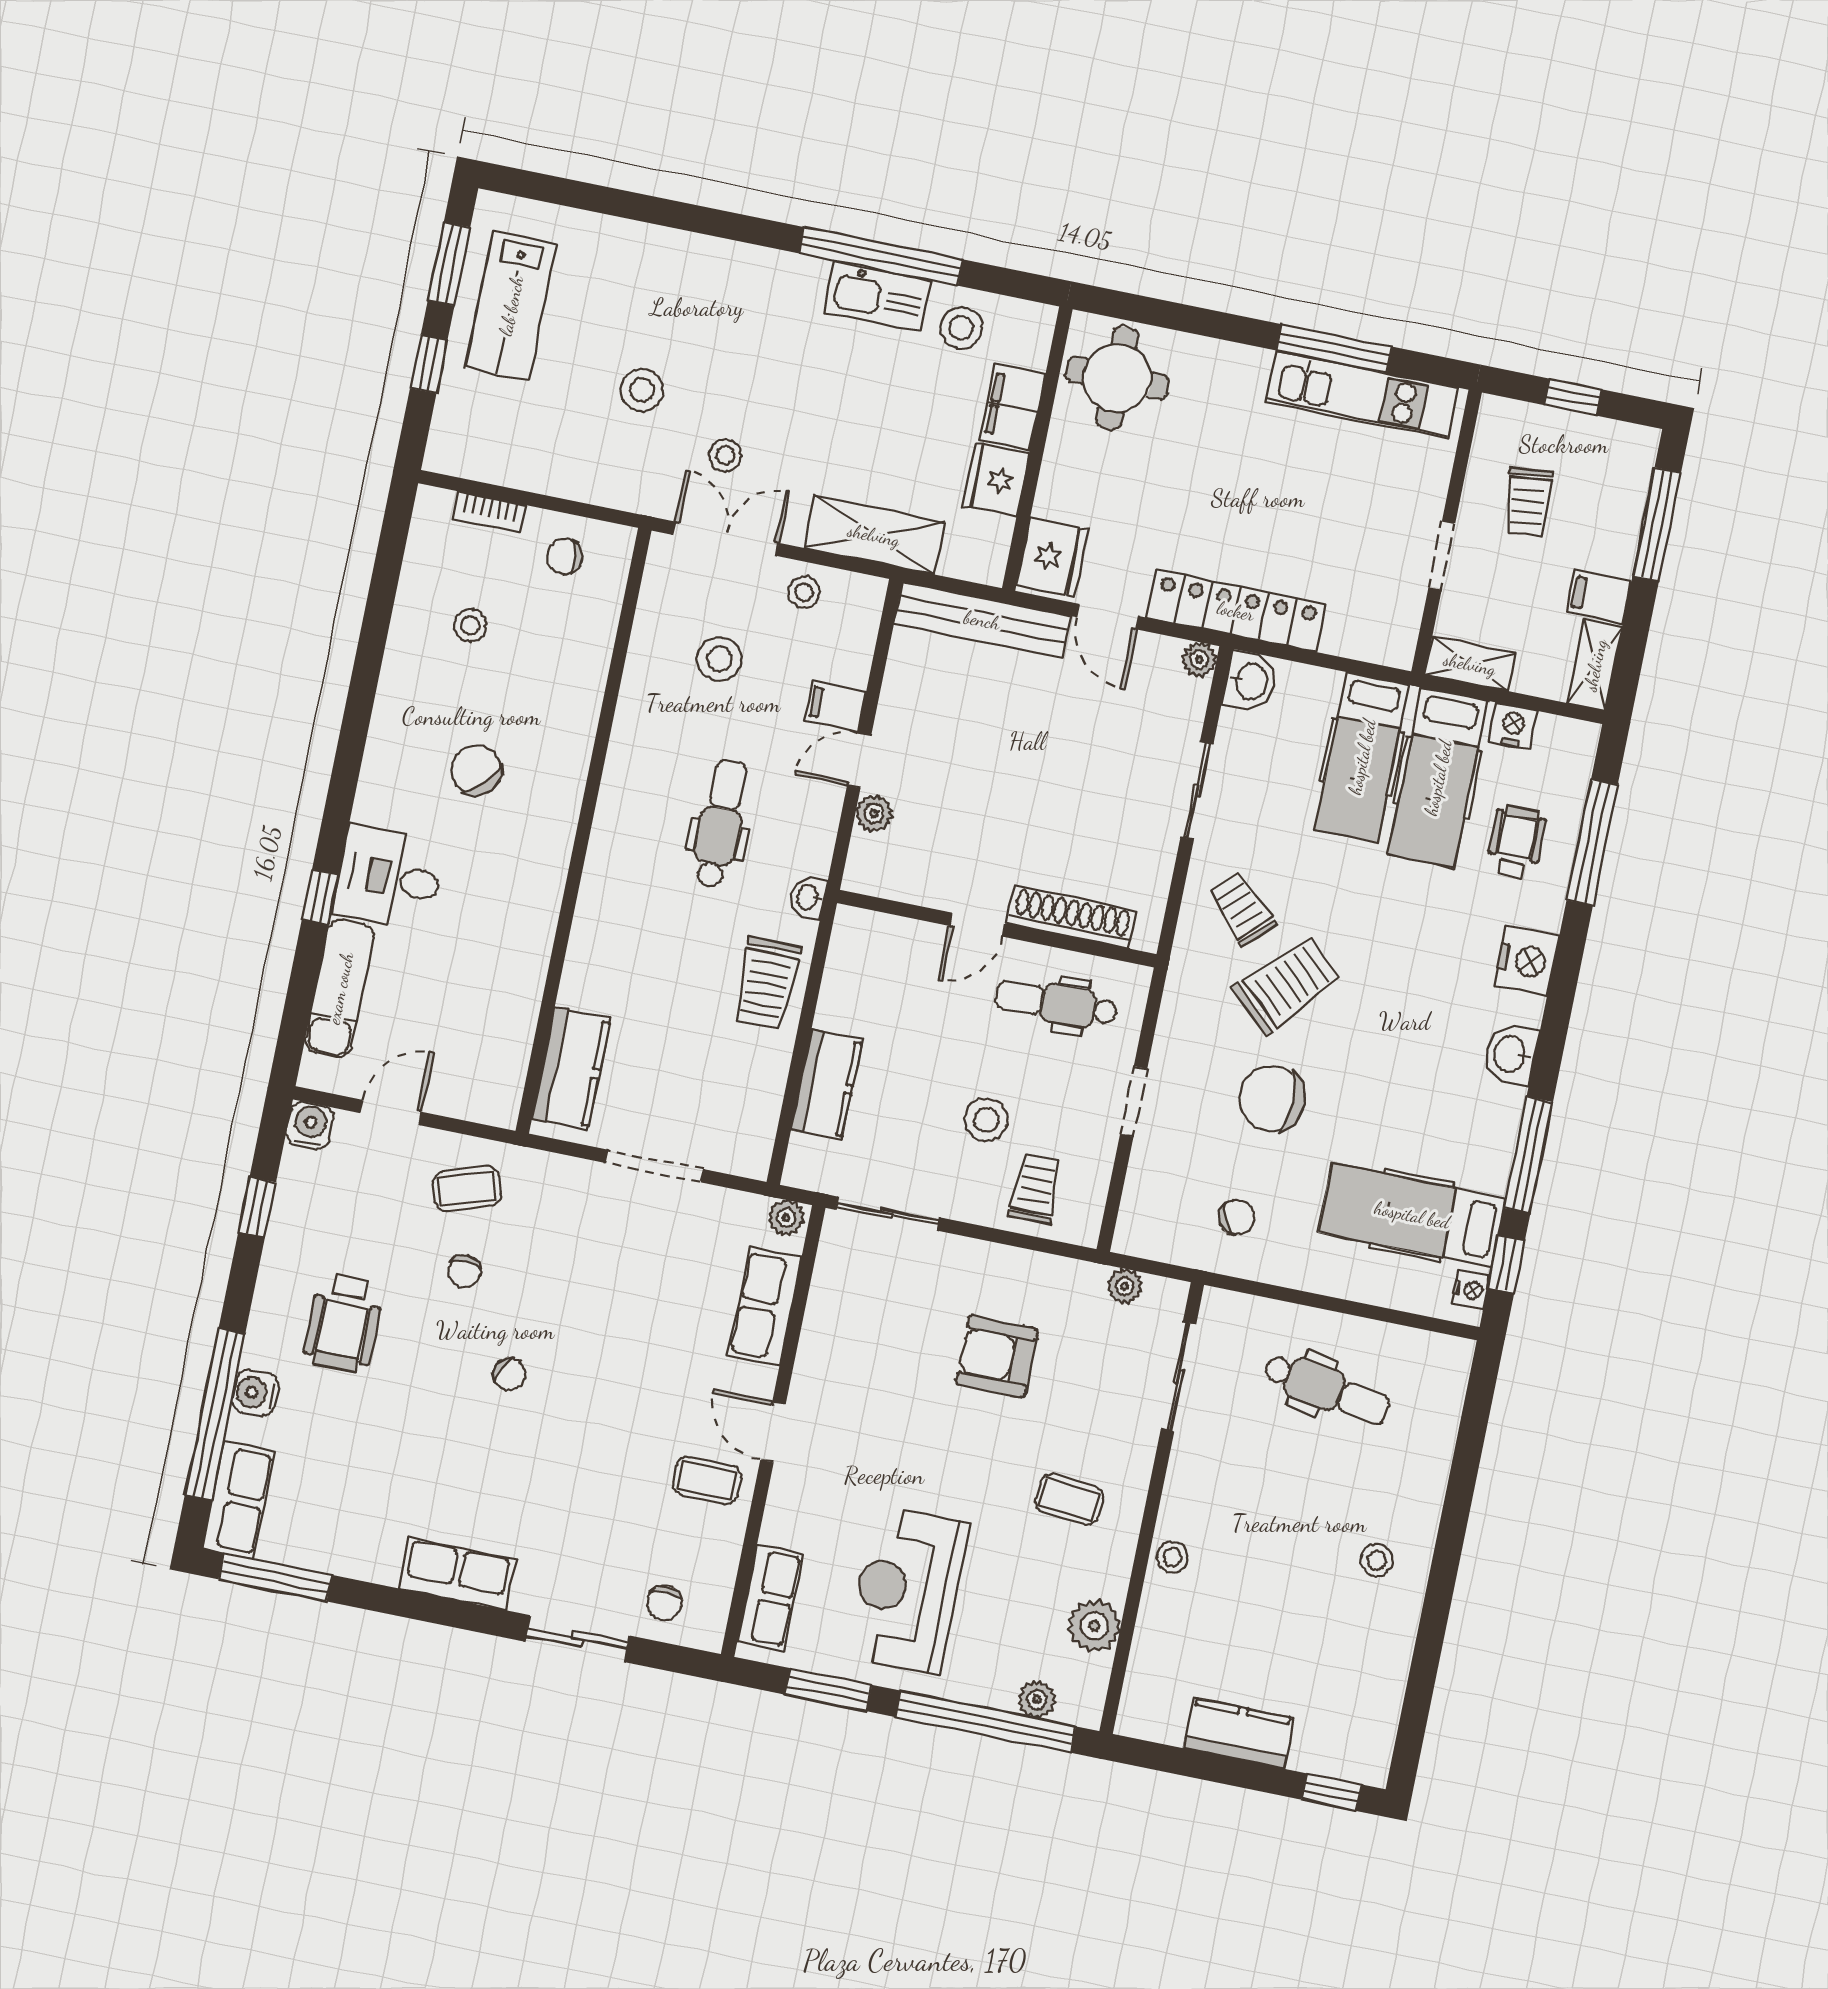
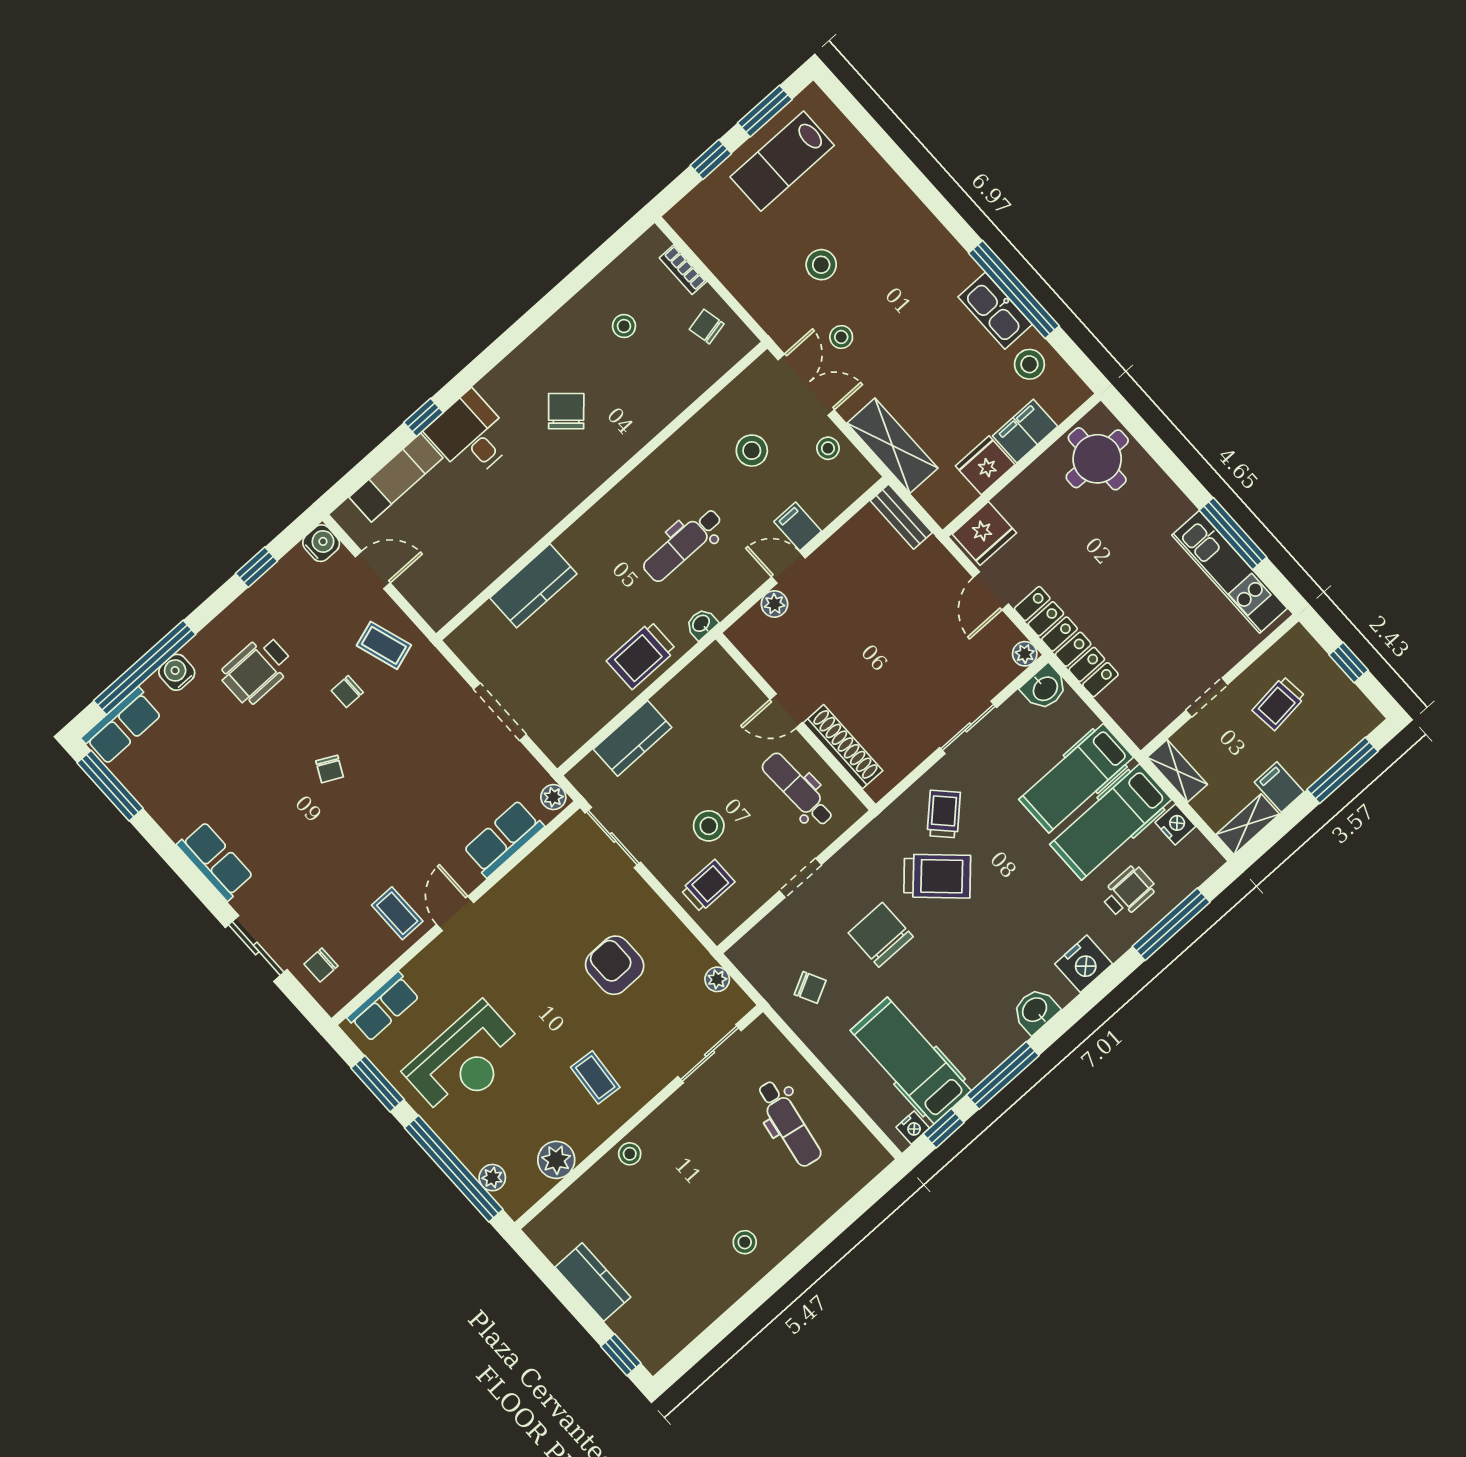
bench: (982, 620) -> (901, 517), width x0.54, depth x0.82
dental chair: (721, 824) -> (683, 545), turned 180
kitchen counter: (571, 1069) -> (533, 586), moved
reception desk: (907, 1590) -> (465, 1060), turned 180

